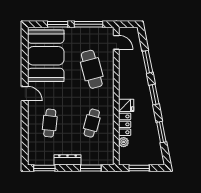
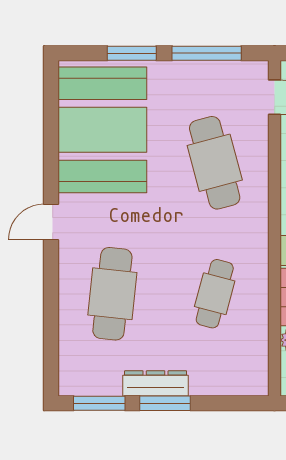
door: (25, 94) -> (51, 222), swing flipped
cafe table: (50, 123) -> (112, 294), width x1.37, depth x1.35
window: (91, 168) -> (165, 403), moved

